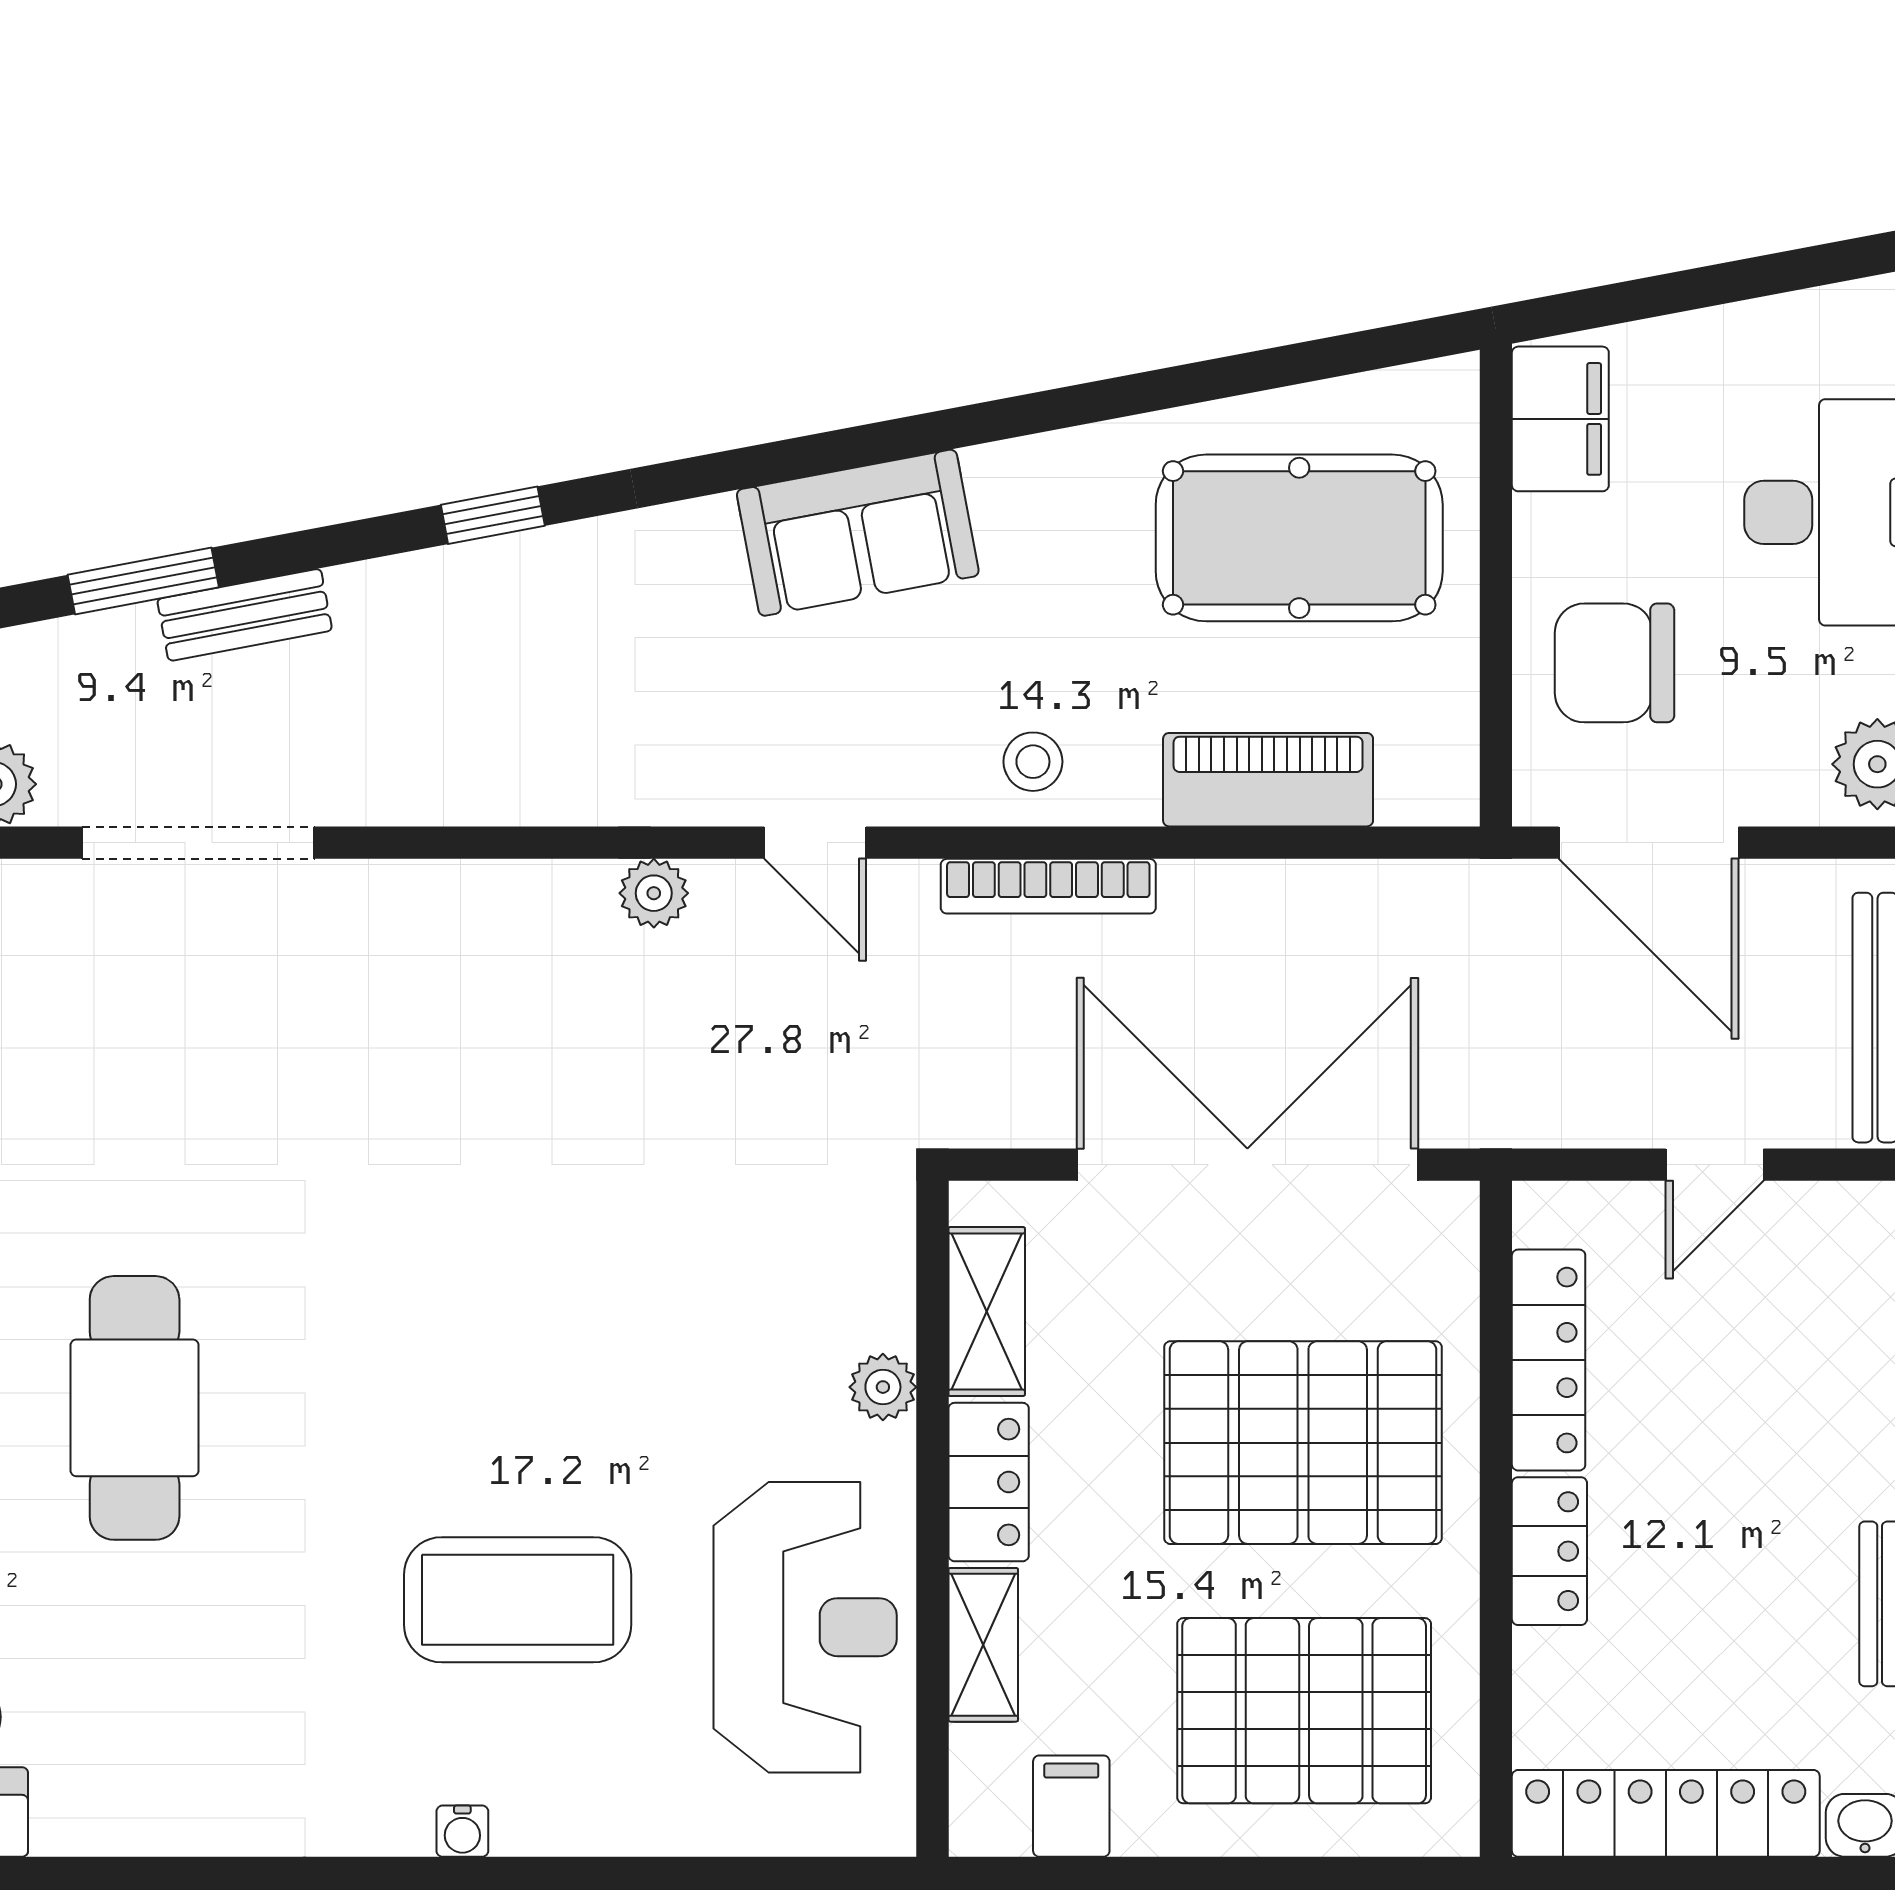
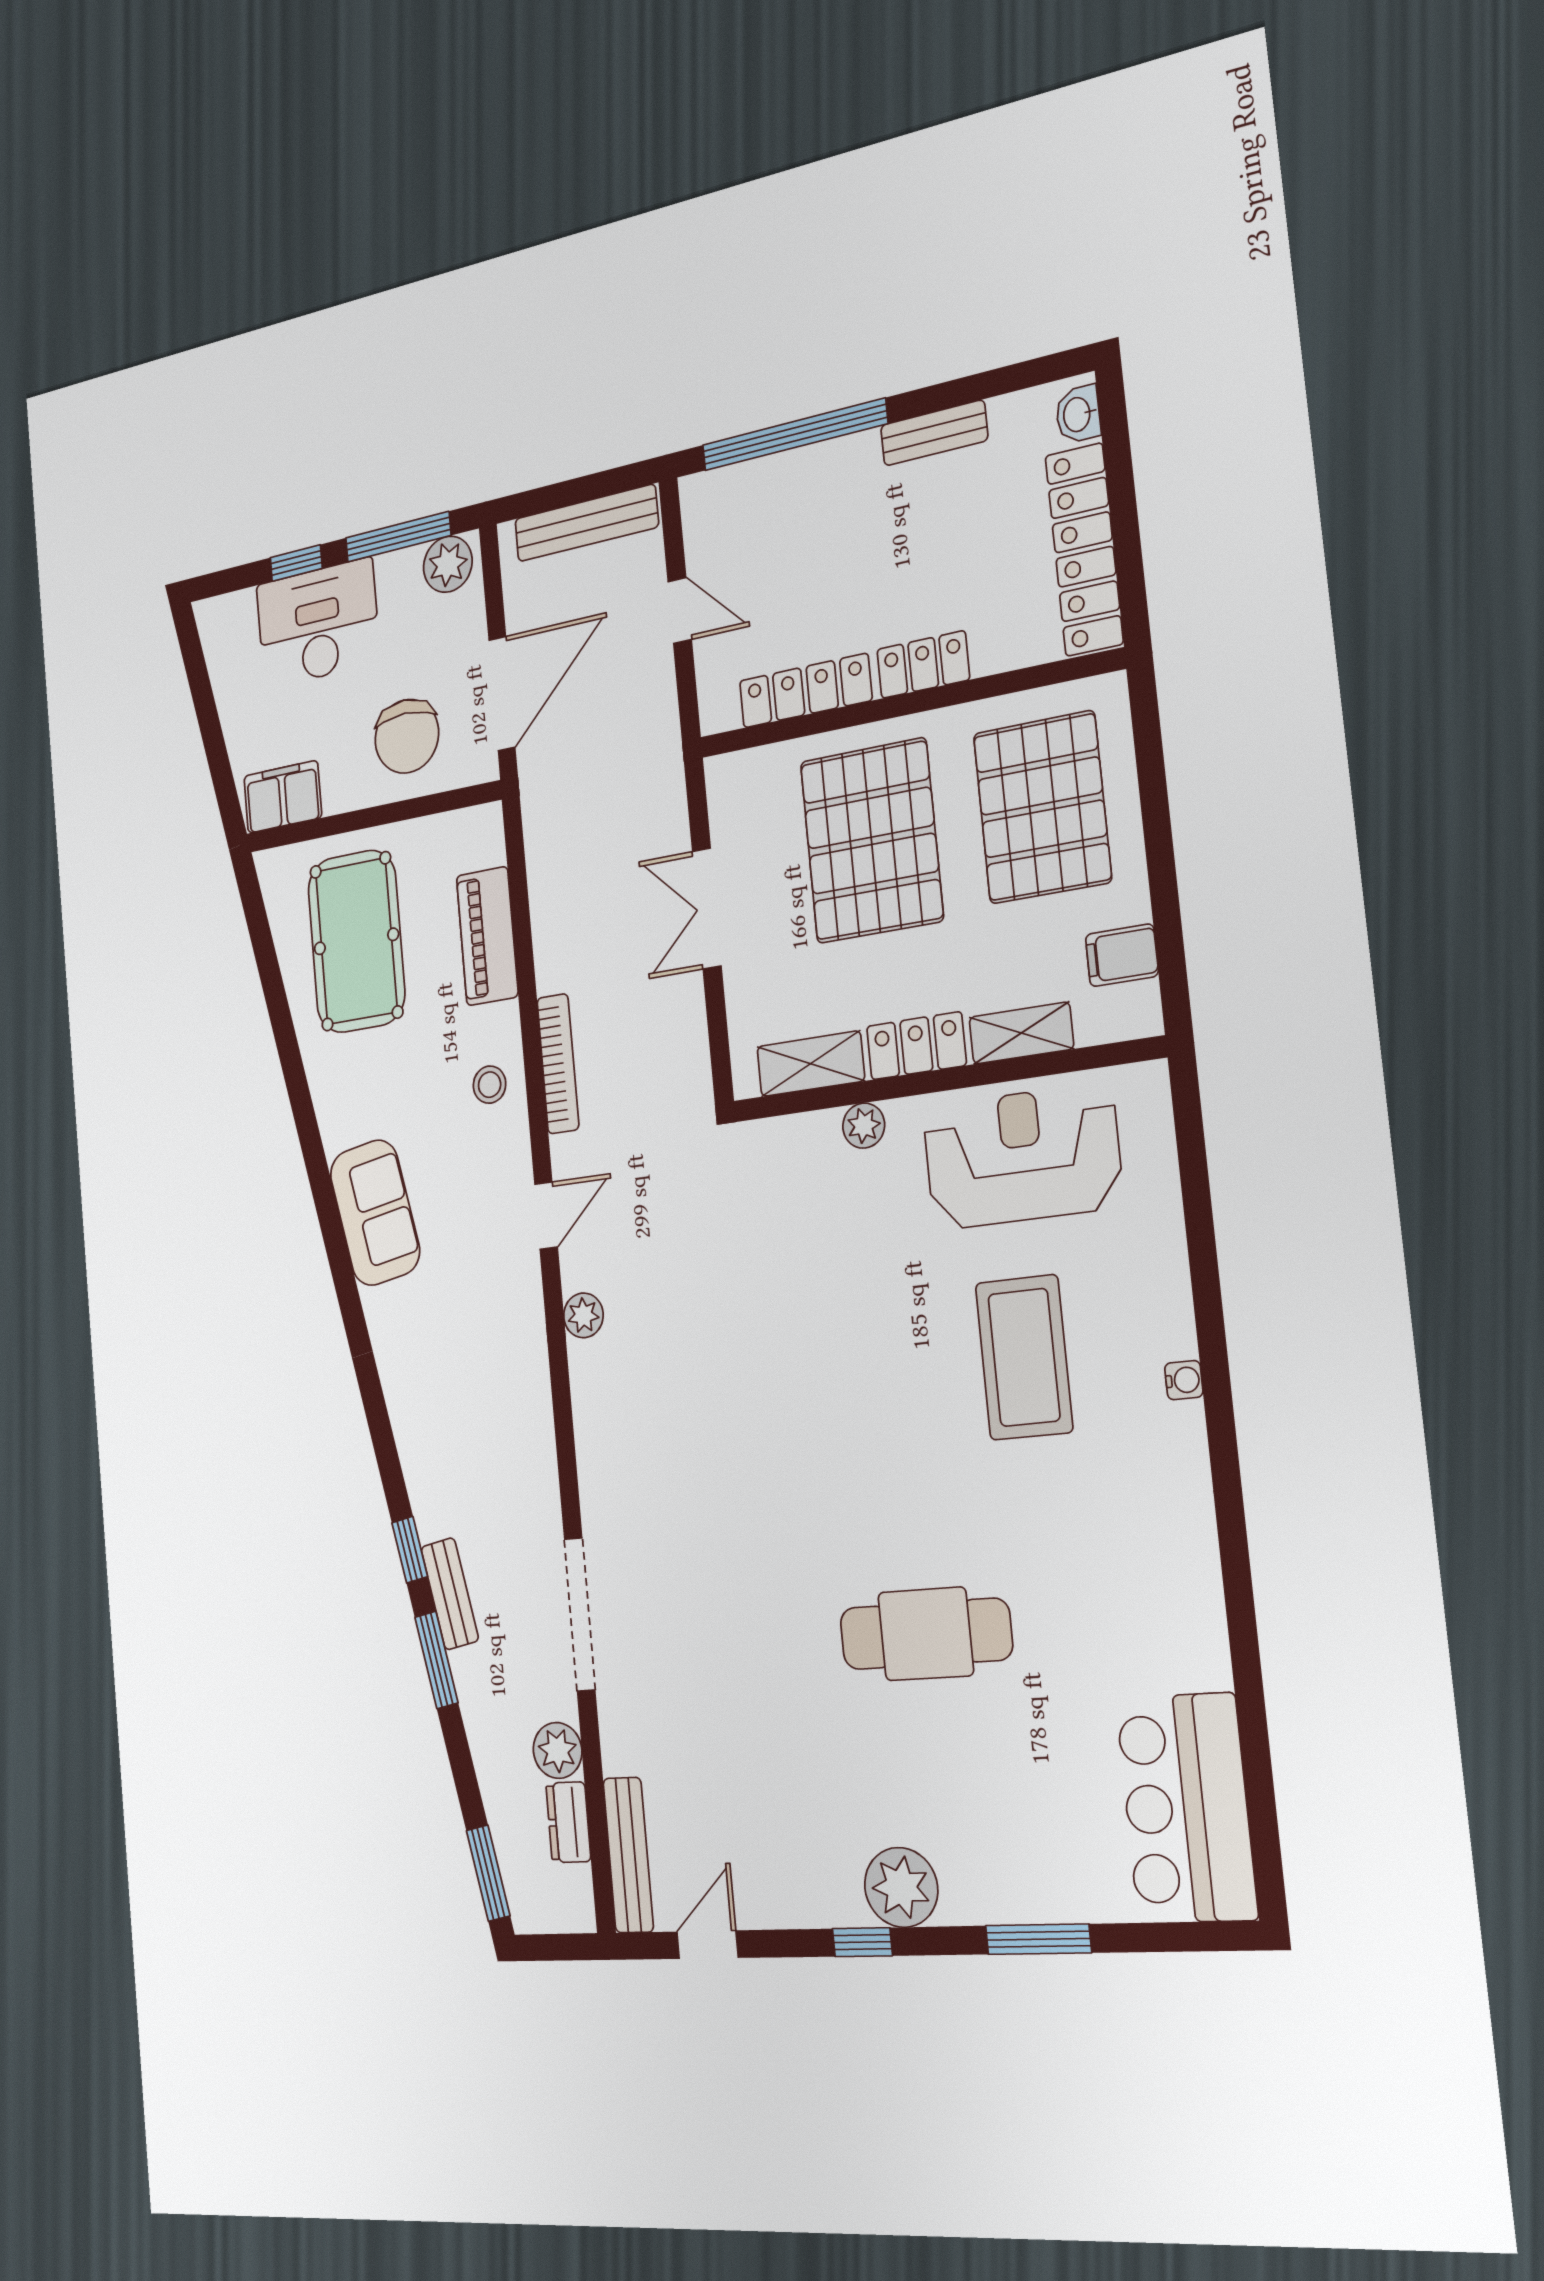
window: (493, 515) -> (410, 1550), moved
double door: (1247, 1165) -> (707, 909), width x0.54

